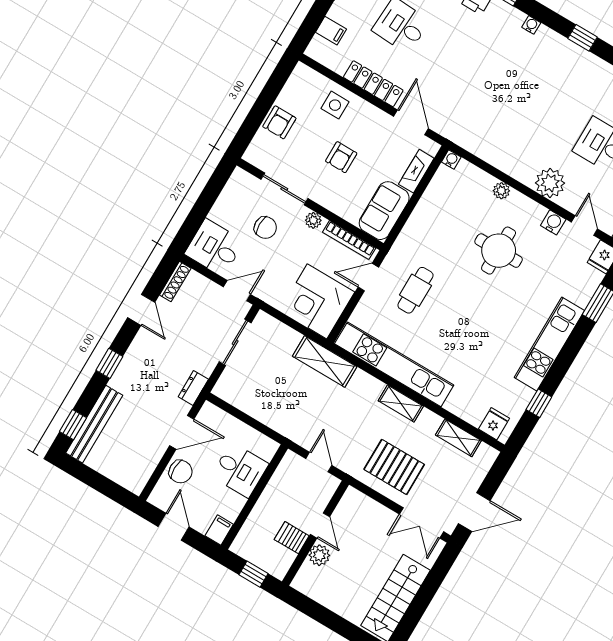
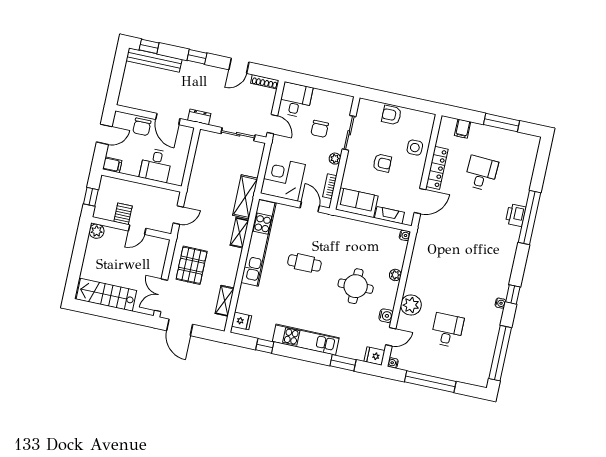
water cooler: (531, 25) -> (500, 303), moved
armchair: (341, 157) -> (382, 163), turned 180
bookcase: (349, 240) -> (330, 186), width x0.64
cafe table: (415, 290) -> (304, 263), moved
shelving: (401, 403) -> (239, 233), moved
plant: (319, 555) -> (97, 231), moved

